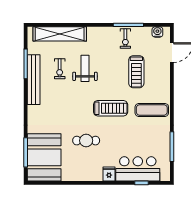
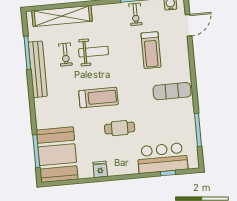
weight bench: (85, 68) -> (94, 52), turned 90
treadmill: (111, 108) -> (98, 98), moved
cafe table: (86, 141) -> (120, 128), moved
fridge: (109, 174) -> (100, 169), moved

